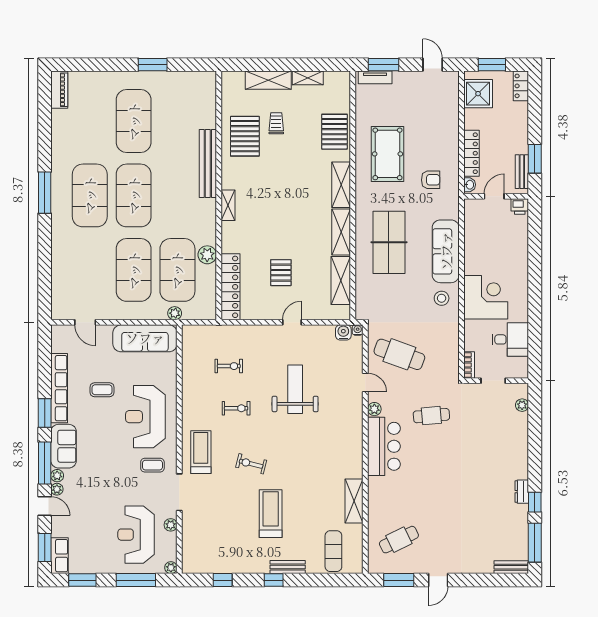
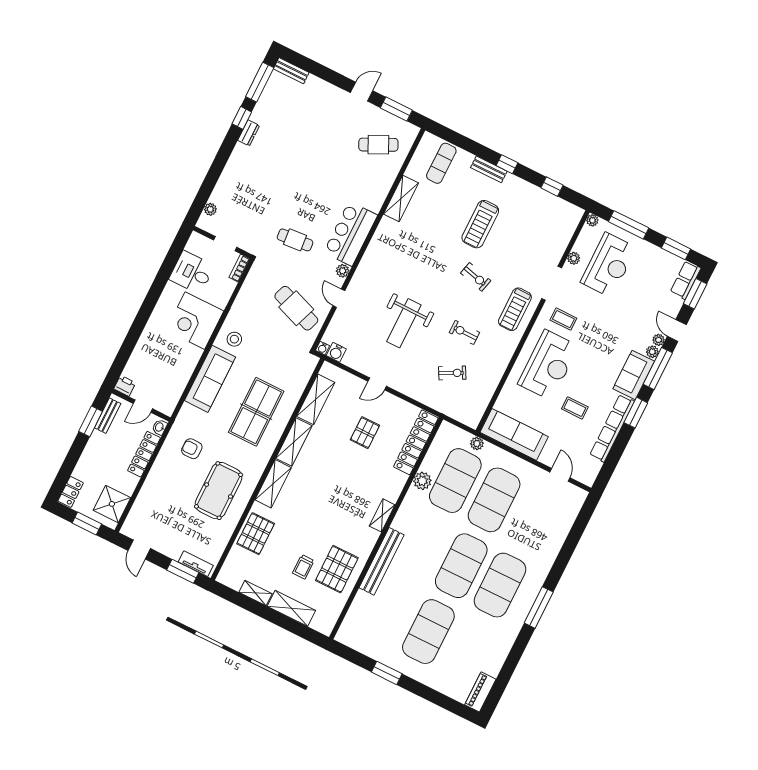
exercise bike: (229, 366) -> (452, 373), turned 152

